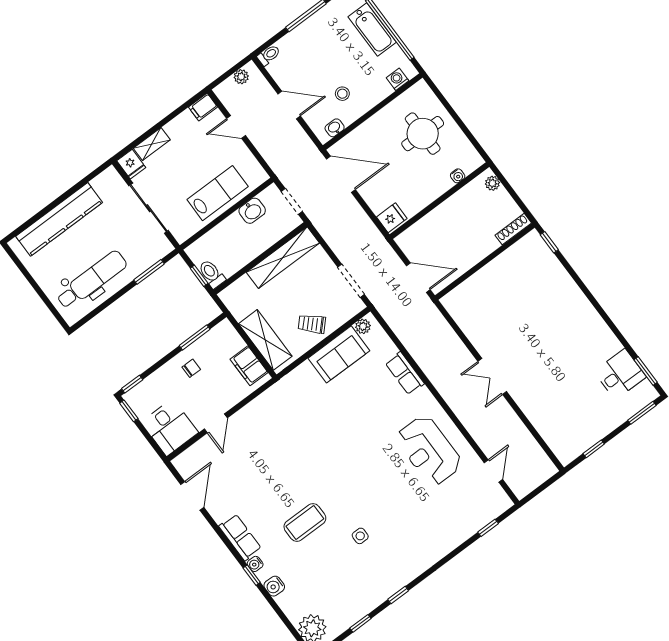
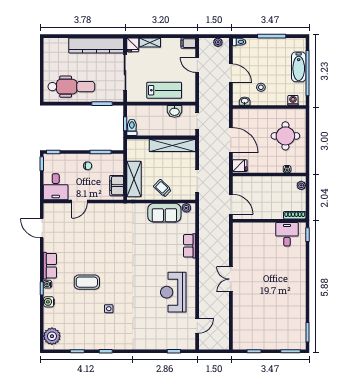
door: (341, 174) -> (231, 140), moved
kitchen counter: (59, 219) -> (96, 45), moved
desk: (620, 374) -> (287, 234), moved, turned -90
door: (192, 496) -> (42, 228), swing flipped

